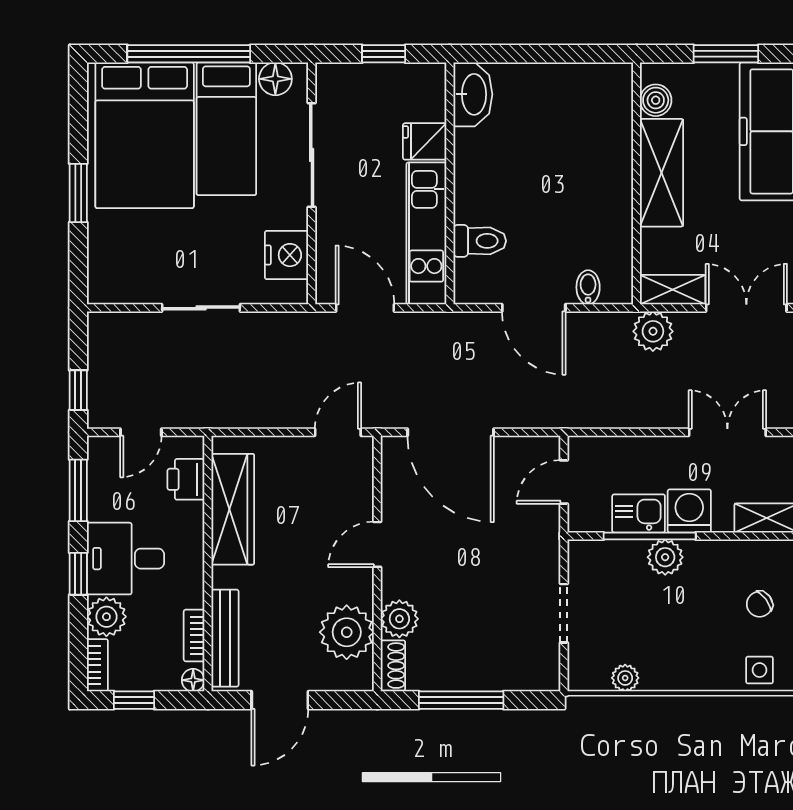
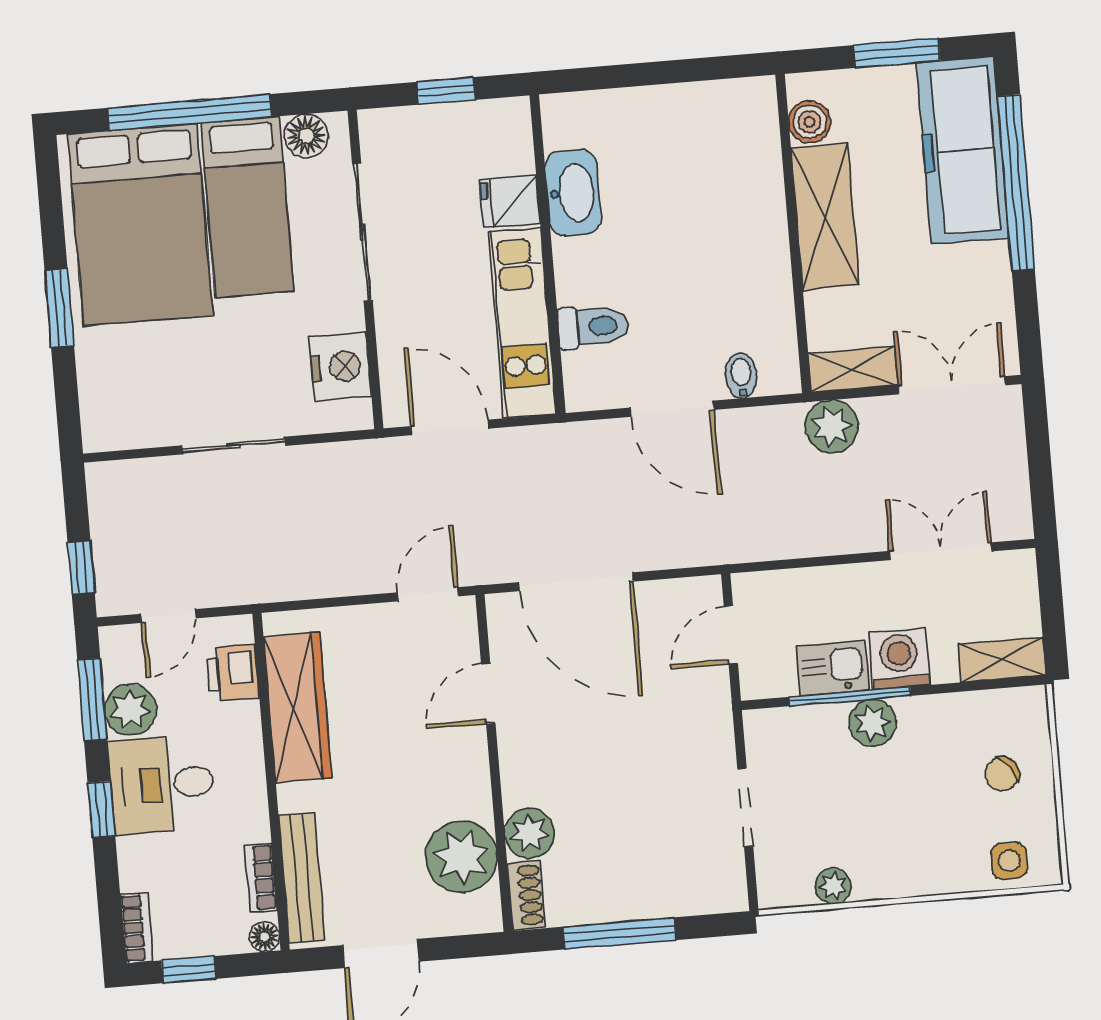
washbasin: (473, 94) -> (573, 193), moved
door: (377, 544) -> (488, 693), moved
plant: (106, 617) -> (130, 710), moved

